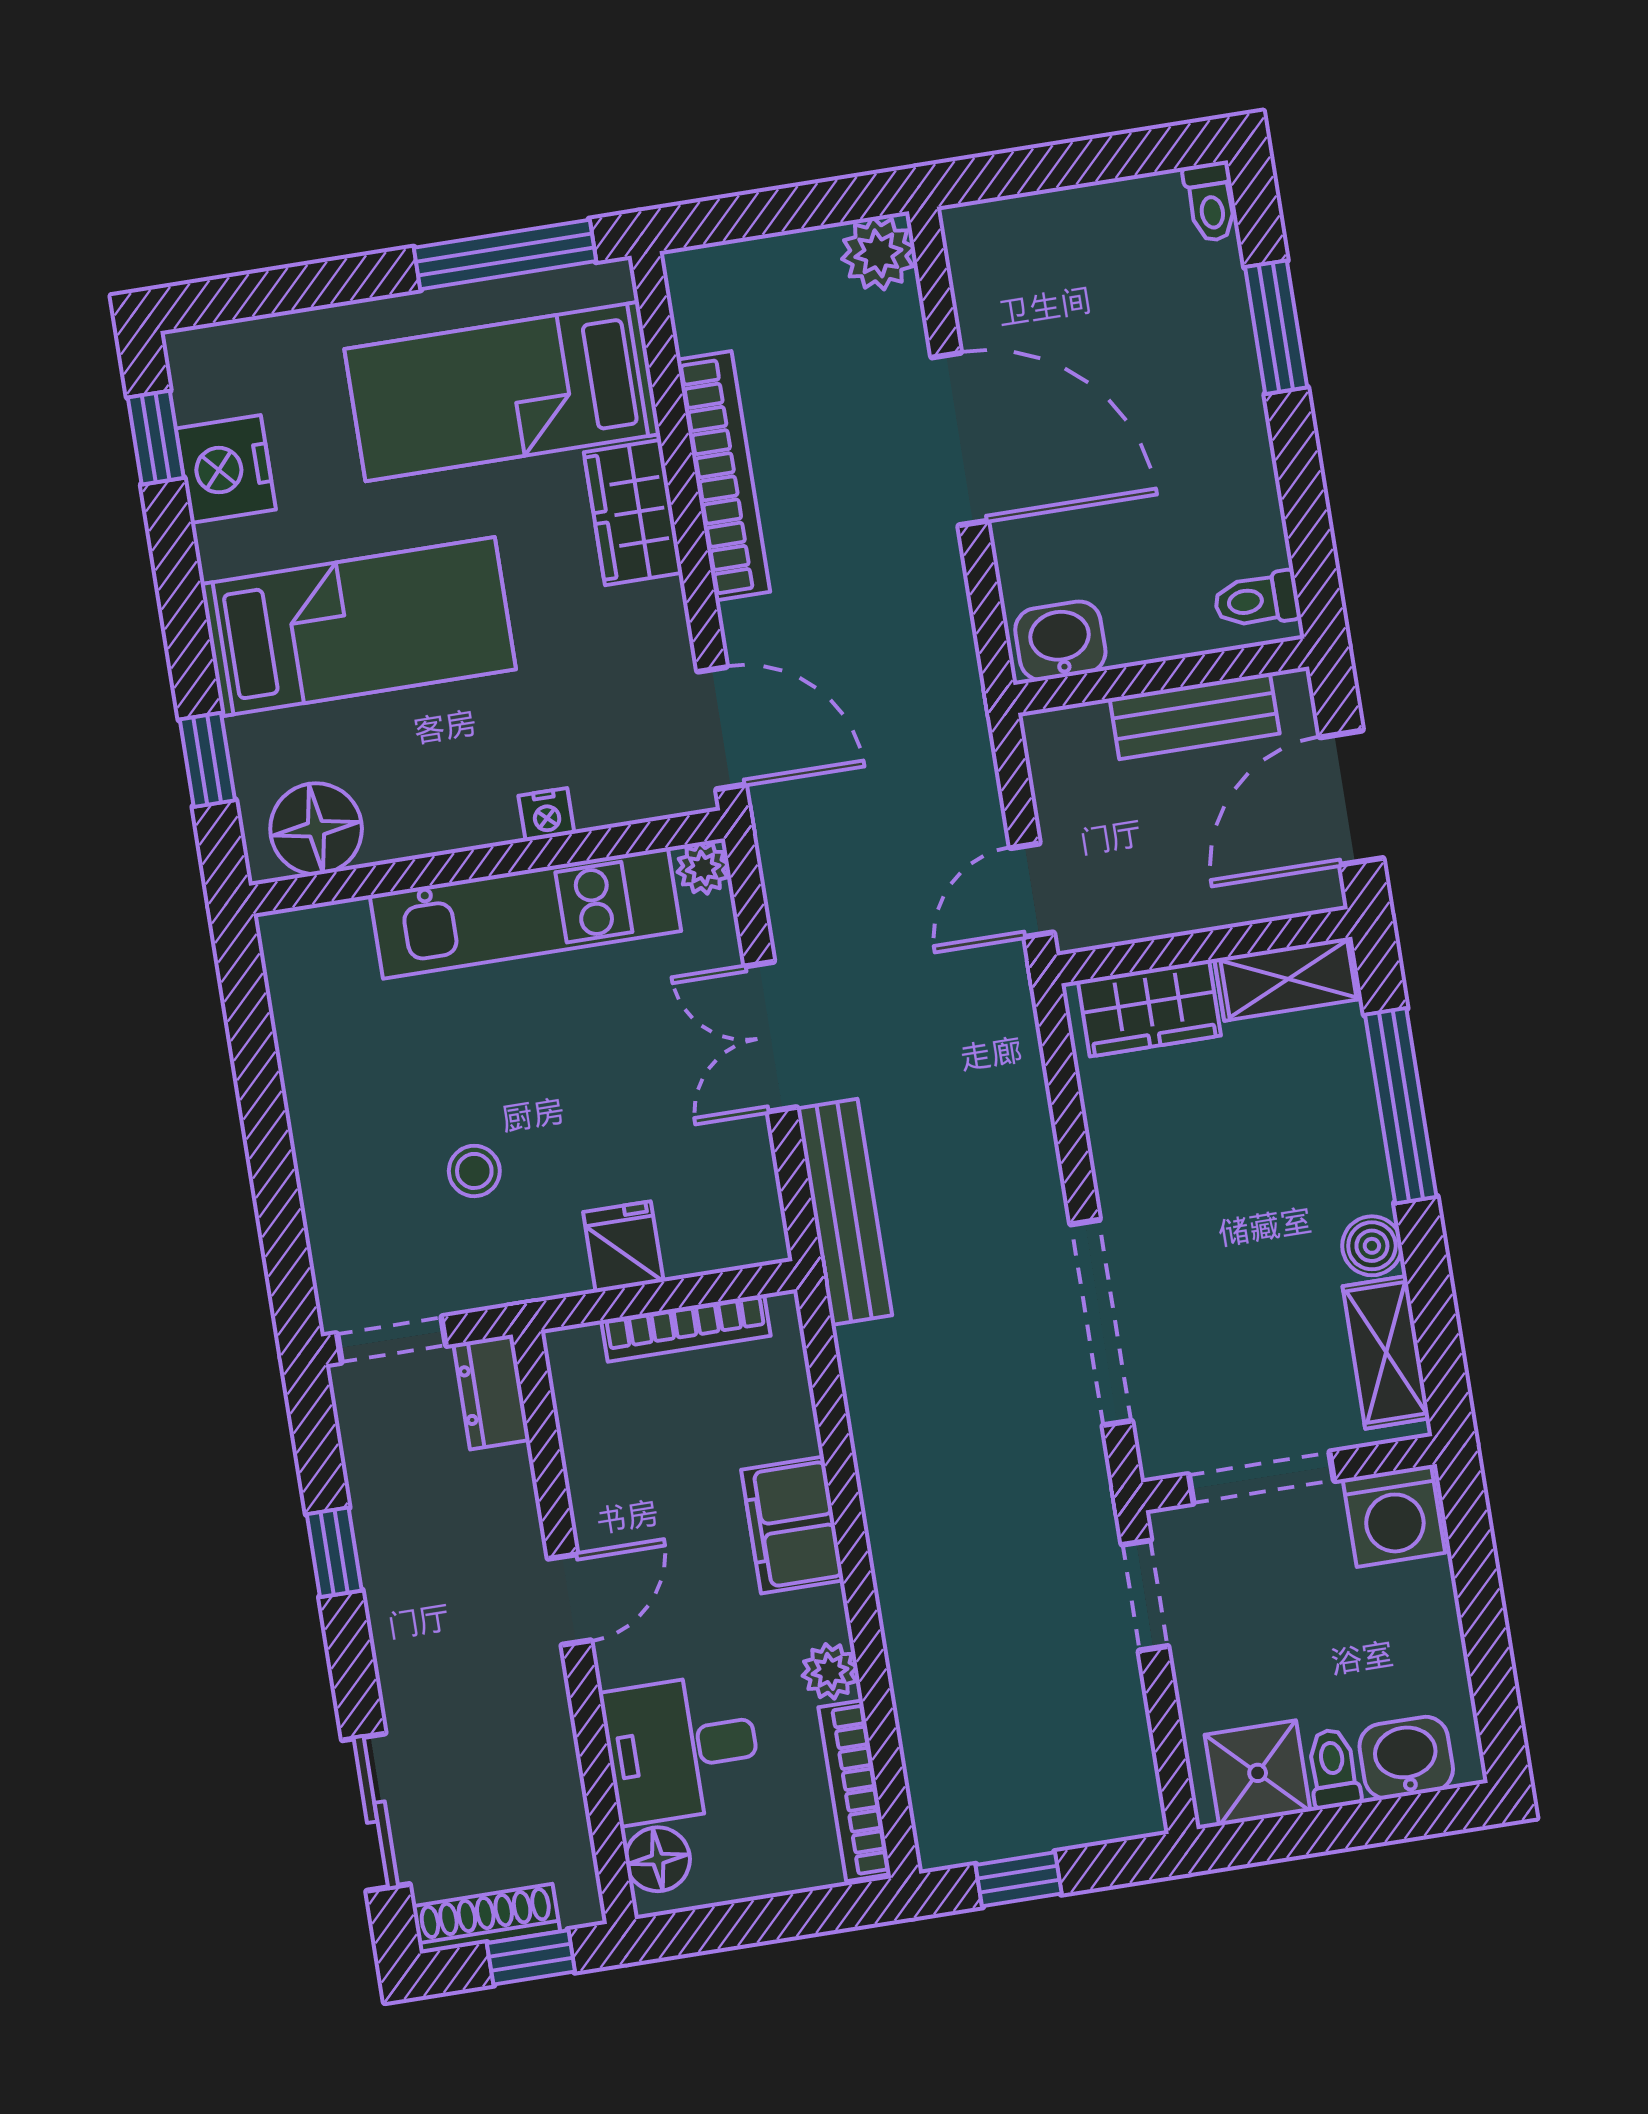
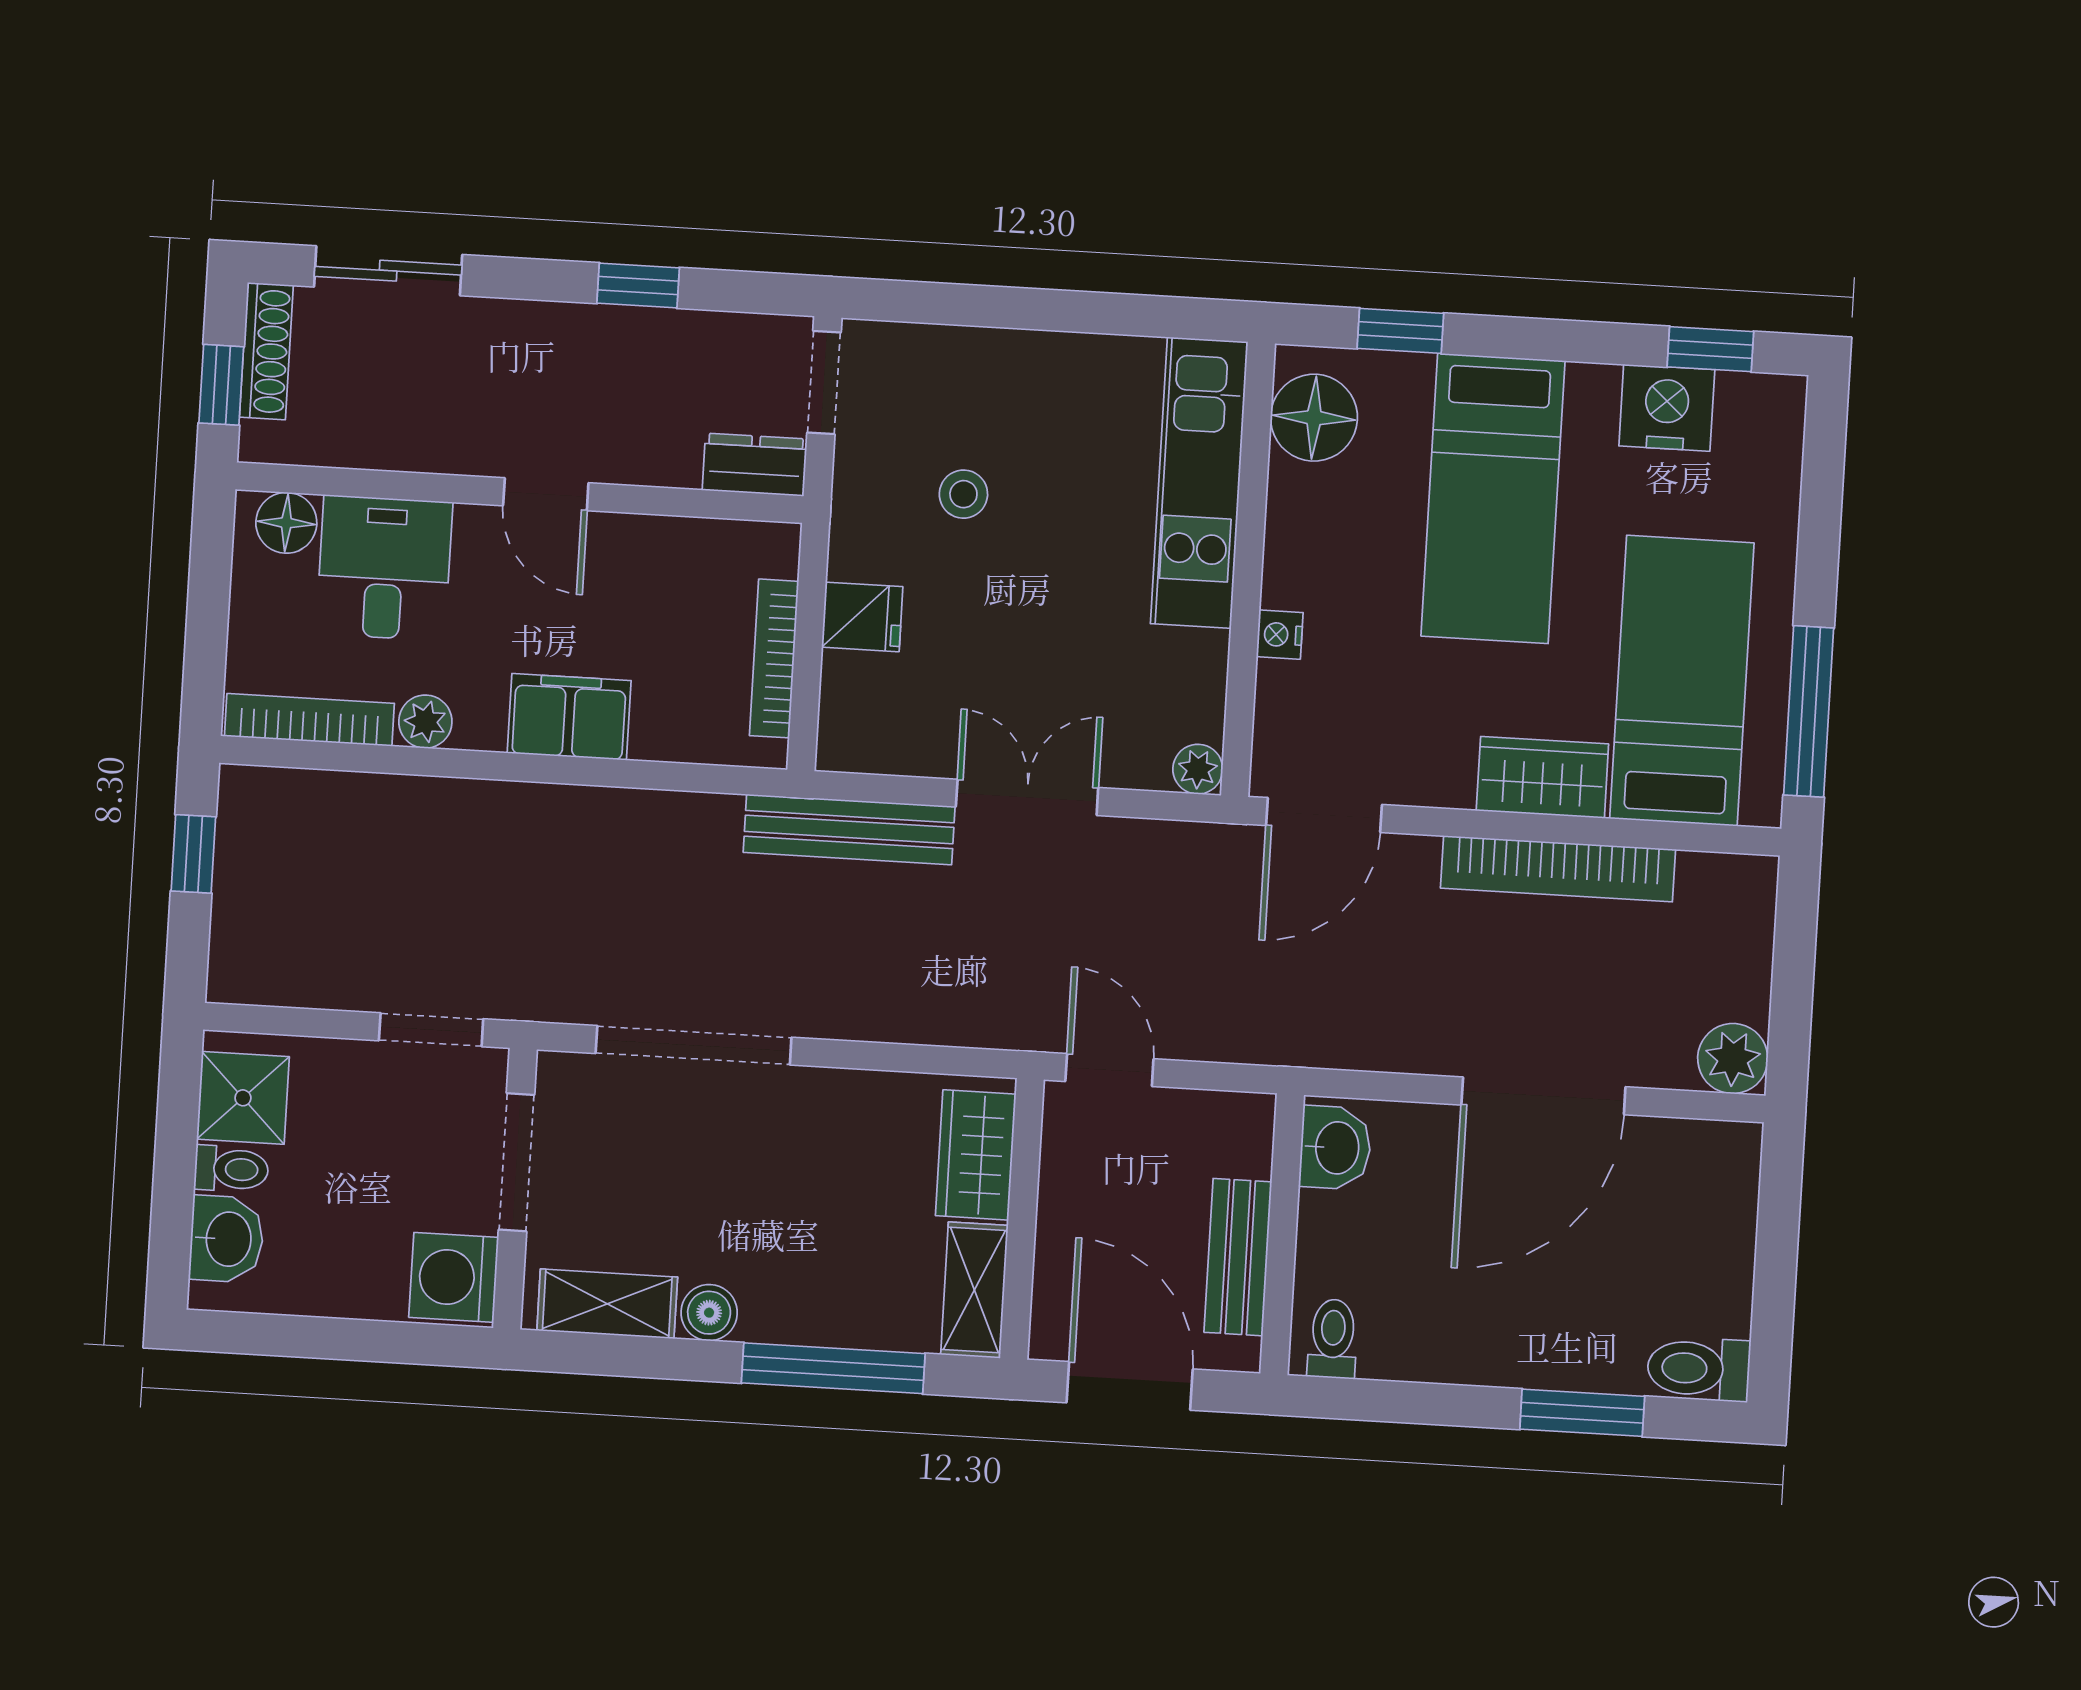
toilet: (1211, 202) -> (1699, 1369), width x1.37, depth x1.39
kitchen unit: (525, 913) -> (1199, 483), moved

